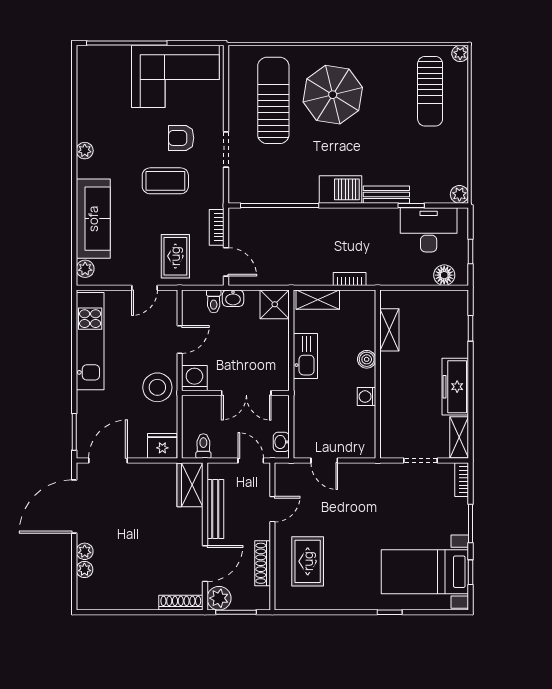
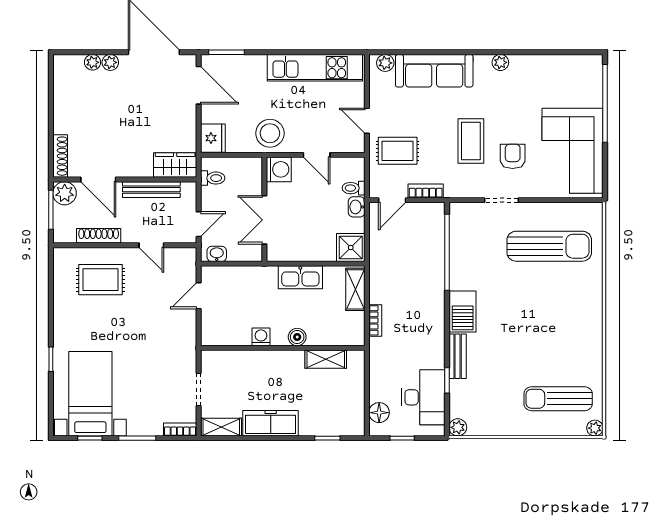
parasol: (333, 95) -> (555, 304), removed

